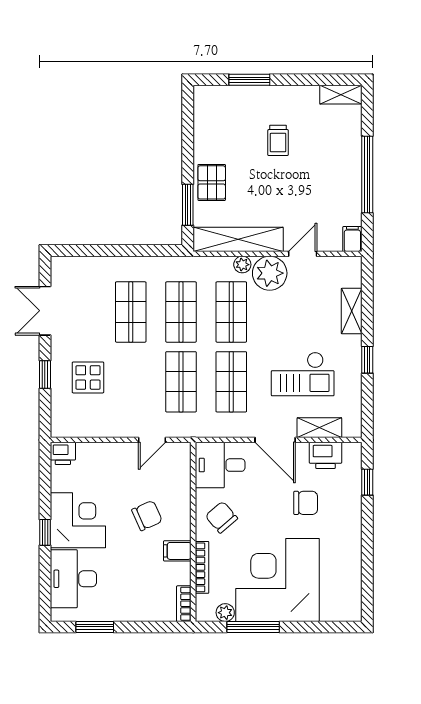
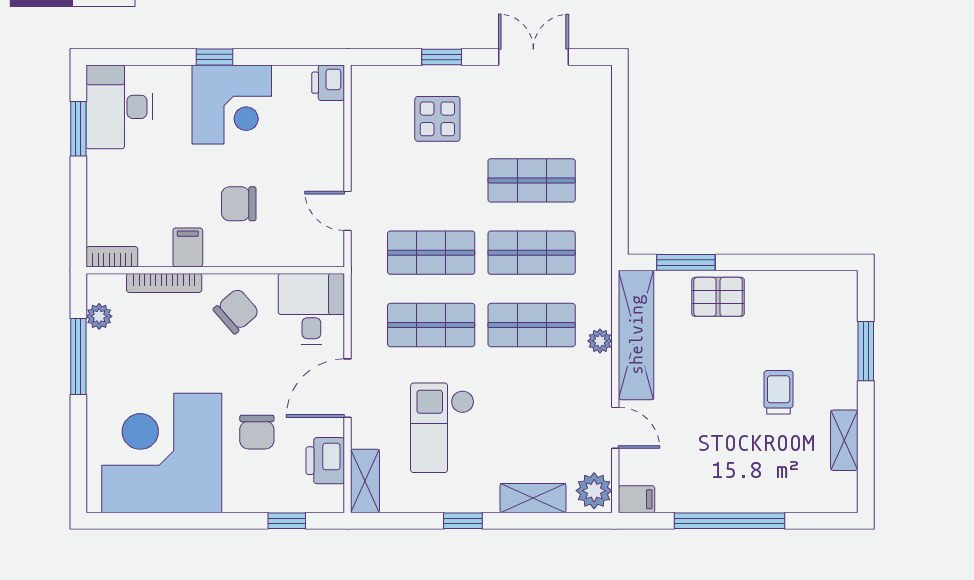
shelving: (341, 95) -> (844, 440), moved
trolley: (278, 140) -> (779, 392), turned 90
plant: (270, 273) -> (594, 491), moved, width x0.73, depth x0.73
shelving: (319, 428) -> (365, 481), moved
chair: (147, 516) -> (239, 204), turned 114
desk: (73, 579) -> (119, 107), moved, turned -90
corner desk: (278, 580) -> (162, 453), moved, turned -90

